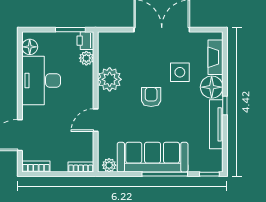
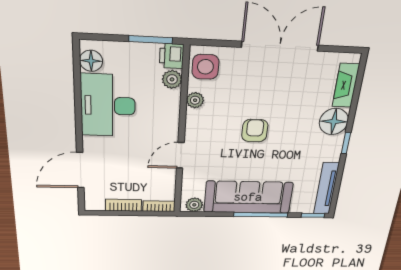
side table: (180, 72) -> (205, 67), moved
plant: (110, 79) -> (195, 100), width x0.53, depth x0.53
tv unit: (216, 124) -> (326, 188), moved
bookcase: (36, 167) -> (123, 205), moved

